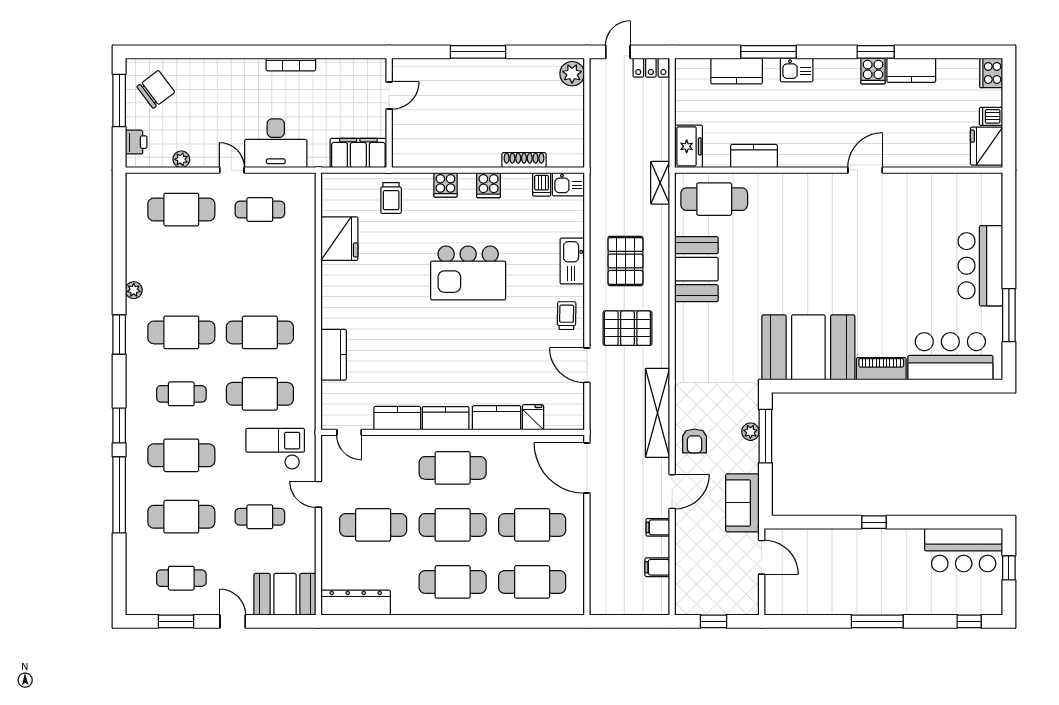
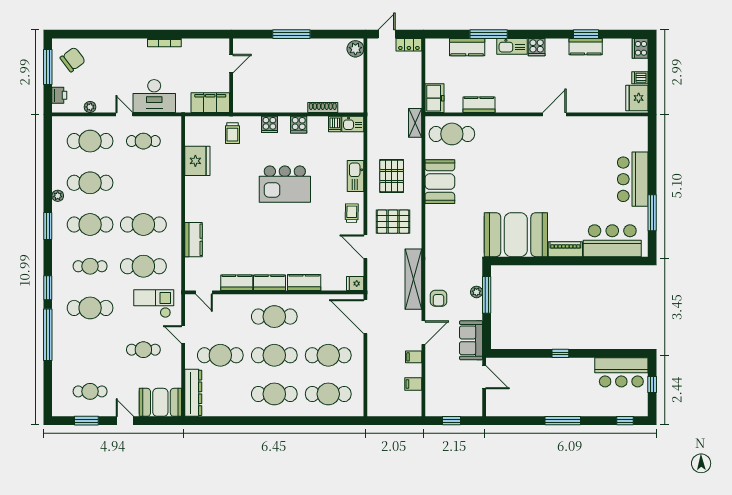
window: (876, 52) -> (586, 34), moved
kitchen sink: (797, 70) -> (512, 46), width x1.38
cooker: (873, 71) -> (537, 47), moved
fridge: (533, 417) -> (355, 284), moved, turned -90
cafe table: (181, 517) -> (90, 183), moved
dresser: (356, 603) -> (193, 393), moved, turned 90

